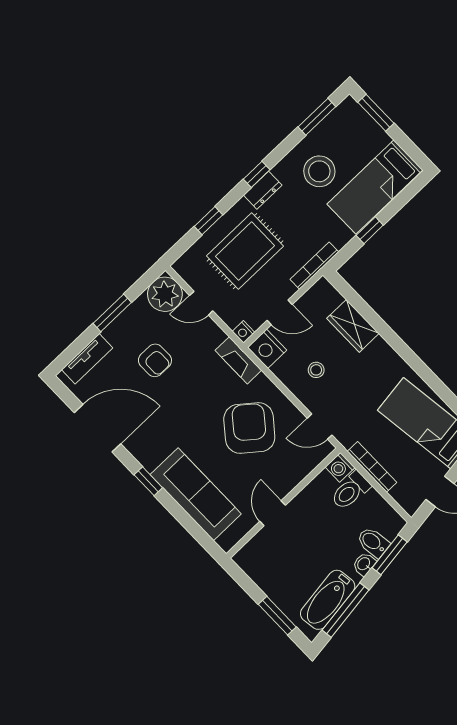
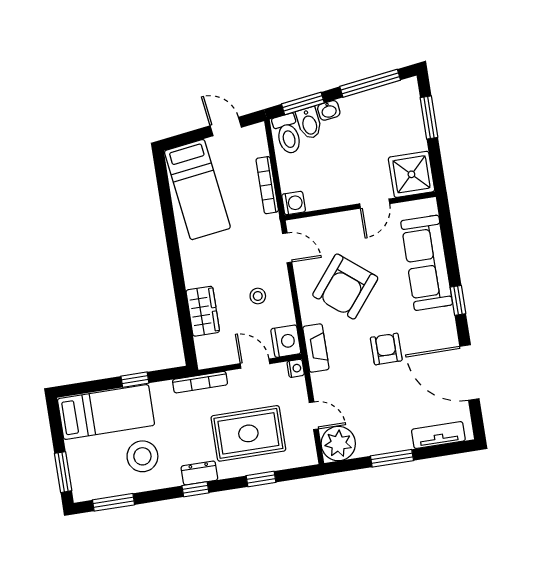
armchair: (155, 360) -> (386, 349), moved
toilet: (351, 491) -> (288, 134), moved, turned 82
shower: (259, 559) -> (411, 174), added
bathtub: (328, 600) -> (379, 102), removed

